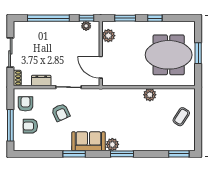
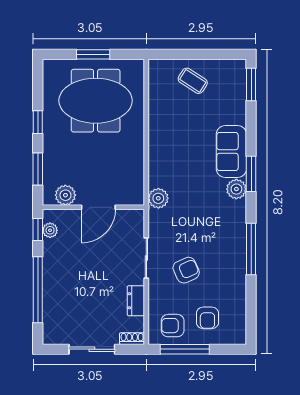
meeting table: (169, 55) -> (96, 101), turned 90
door: (101, 67) -> (98, 207), moved
plant: (150, 95) -> (158, 198), moved
window: (10, 125) -> (185, 349), moved
sofa: (88, 141) -> (231, 151), moved
window: (74, 154) -> (251, 249), width x1.44

